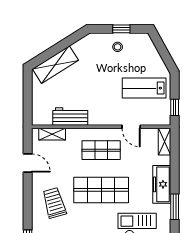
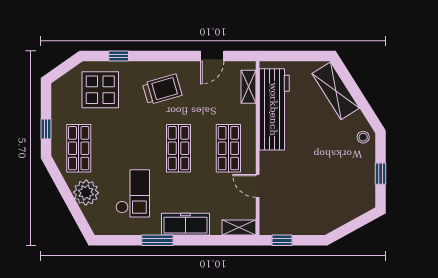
stool: (118, 47) -> (363, 137), moved
lab bench: (144, 88) -> (306, 202), removed
workbench: (70, 117) -> (274, 109), width x1.88, depth x1.32
door: (131, 127) -> (258, 186), hinge flipped
shop shelf: (101, 190) -> (178, 148), width x0.70, depth x0.74

